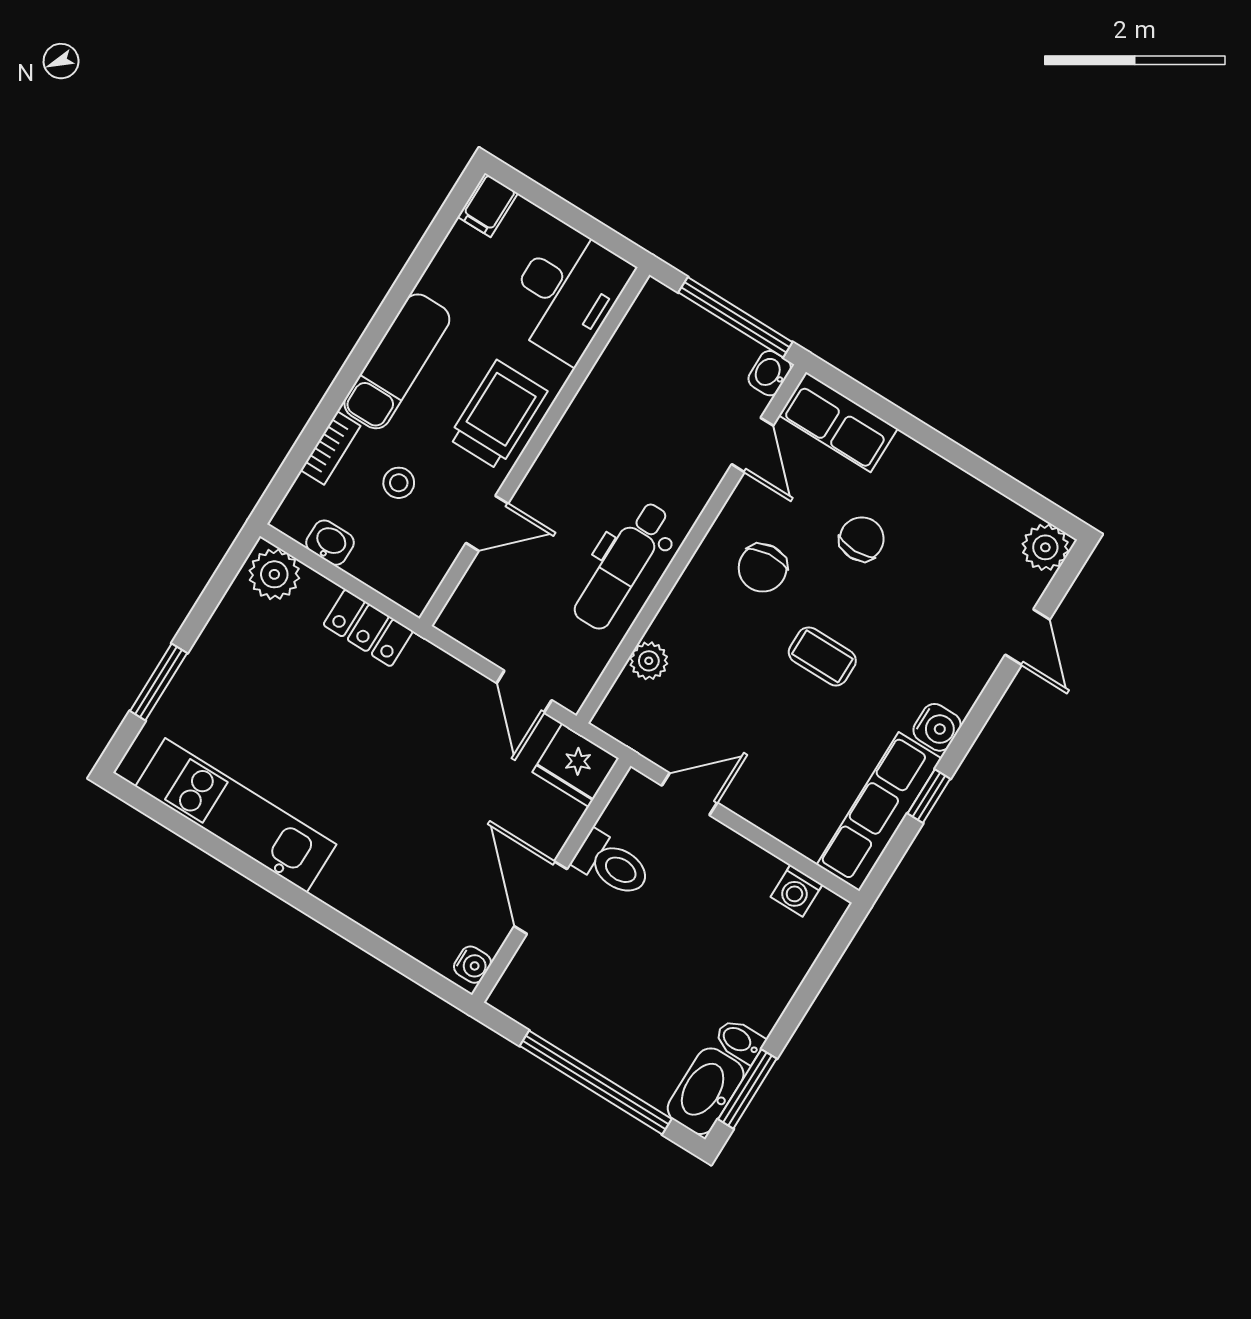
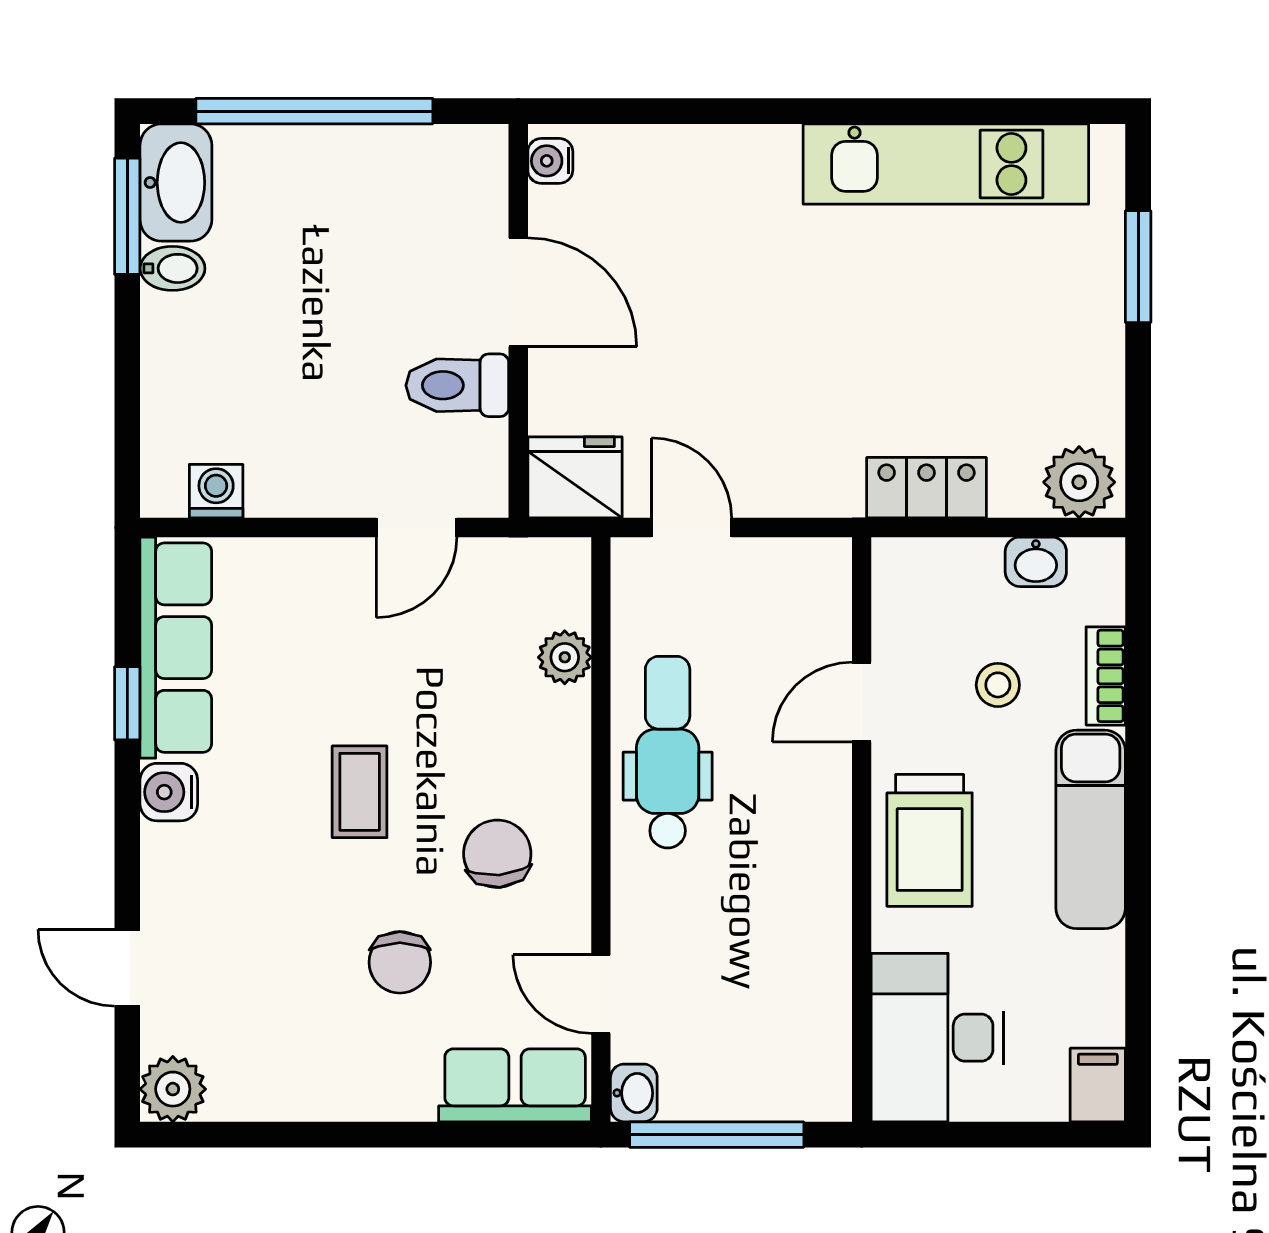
coffee table: (822, 656) -> (360, 792), turned 90

